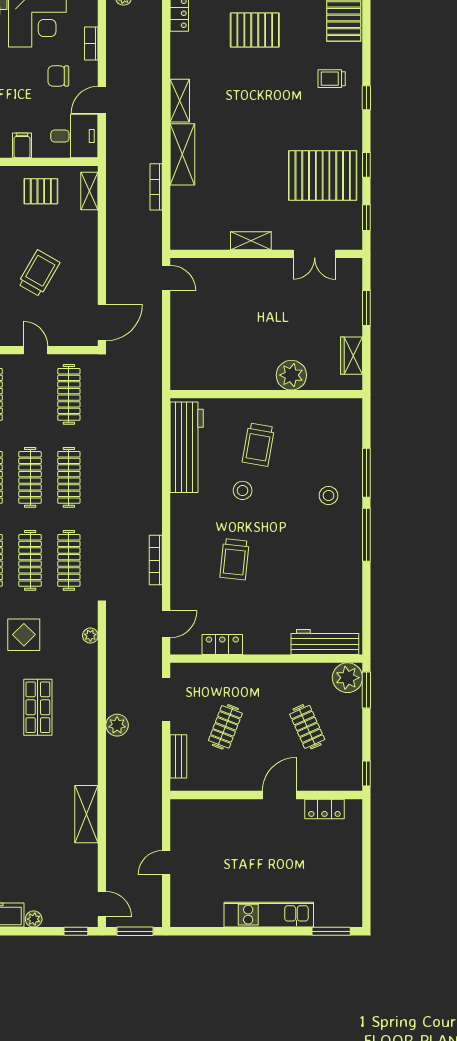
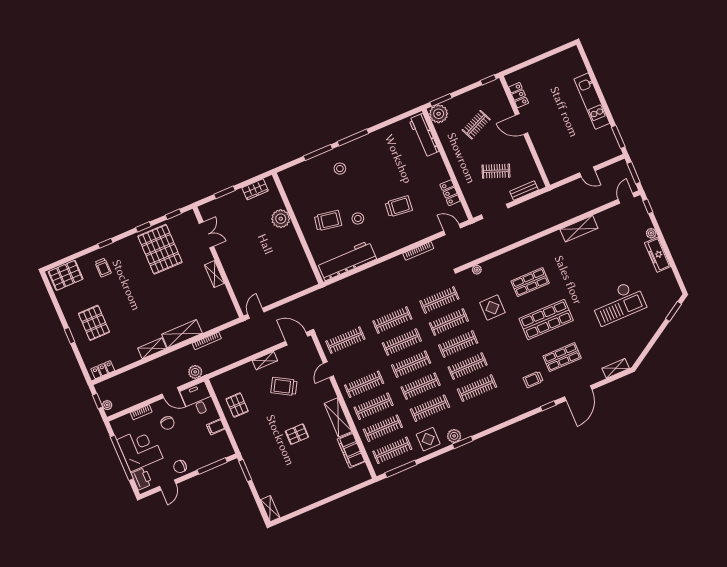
shelving: (89, 191) -> (265, 361), moved
plant: (117, 725) -> (195, 372), moved
window: (331, 931) -> (618, 137), moved

